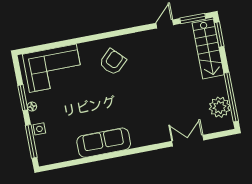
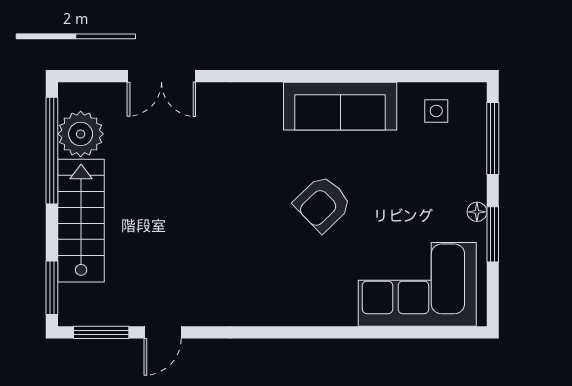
stairs: (208, 49) -> (81, 221), moved
armchair: (113, 62) -> (323, 204), moved
side table: (39, 129) -> (436, 111), moved

